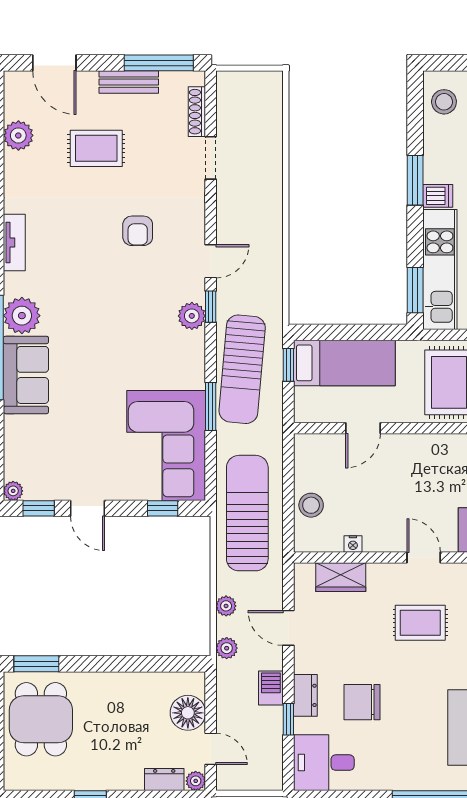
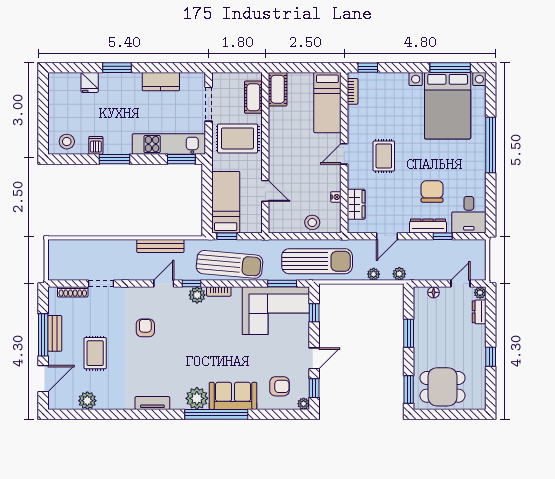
window: (159, 63) -> (43, 335), moved
dishwasher: (438, 196) -> (96, 145), moved
armchair: (138, 231) -> (145, 328), turned -90
bench: (272, 256) -> (160, 246), added
door: (211, 261) -> (164, 284), hinge flipped
bookcase: (197, 352) -> (219, 292), added
window: (211, 406) -> (282, 284), moved
armchair: (42, 451) -> (280, 386), added
sun lounger: (247, 513) -> (317, 261), turned 180
window: (129, 664) -> (409, 333), added
barbecue: (271, 688) -> (423, 247), removed
dresser: (305, 695) -> (428, 226), width x1.44
chair: (362, 702) -> (432, 191), turned 180
floor lamp: (188, 713) -> (434, 292), width x0.53, depth x0.53

